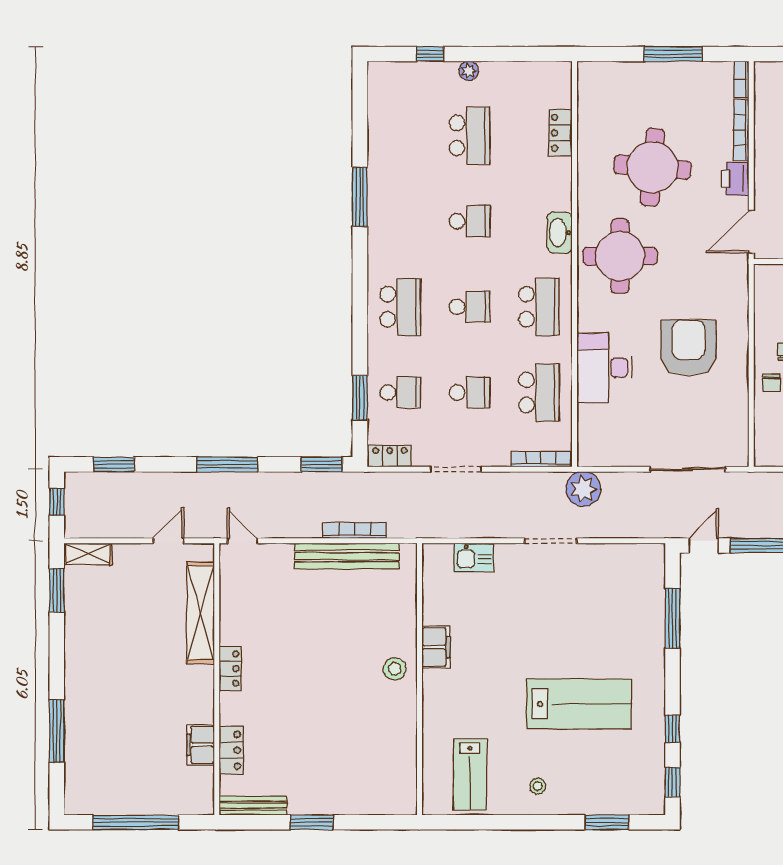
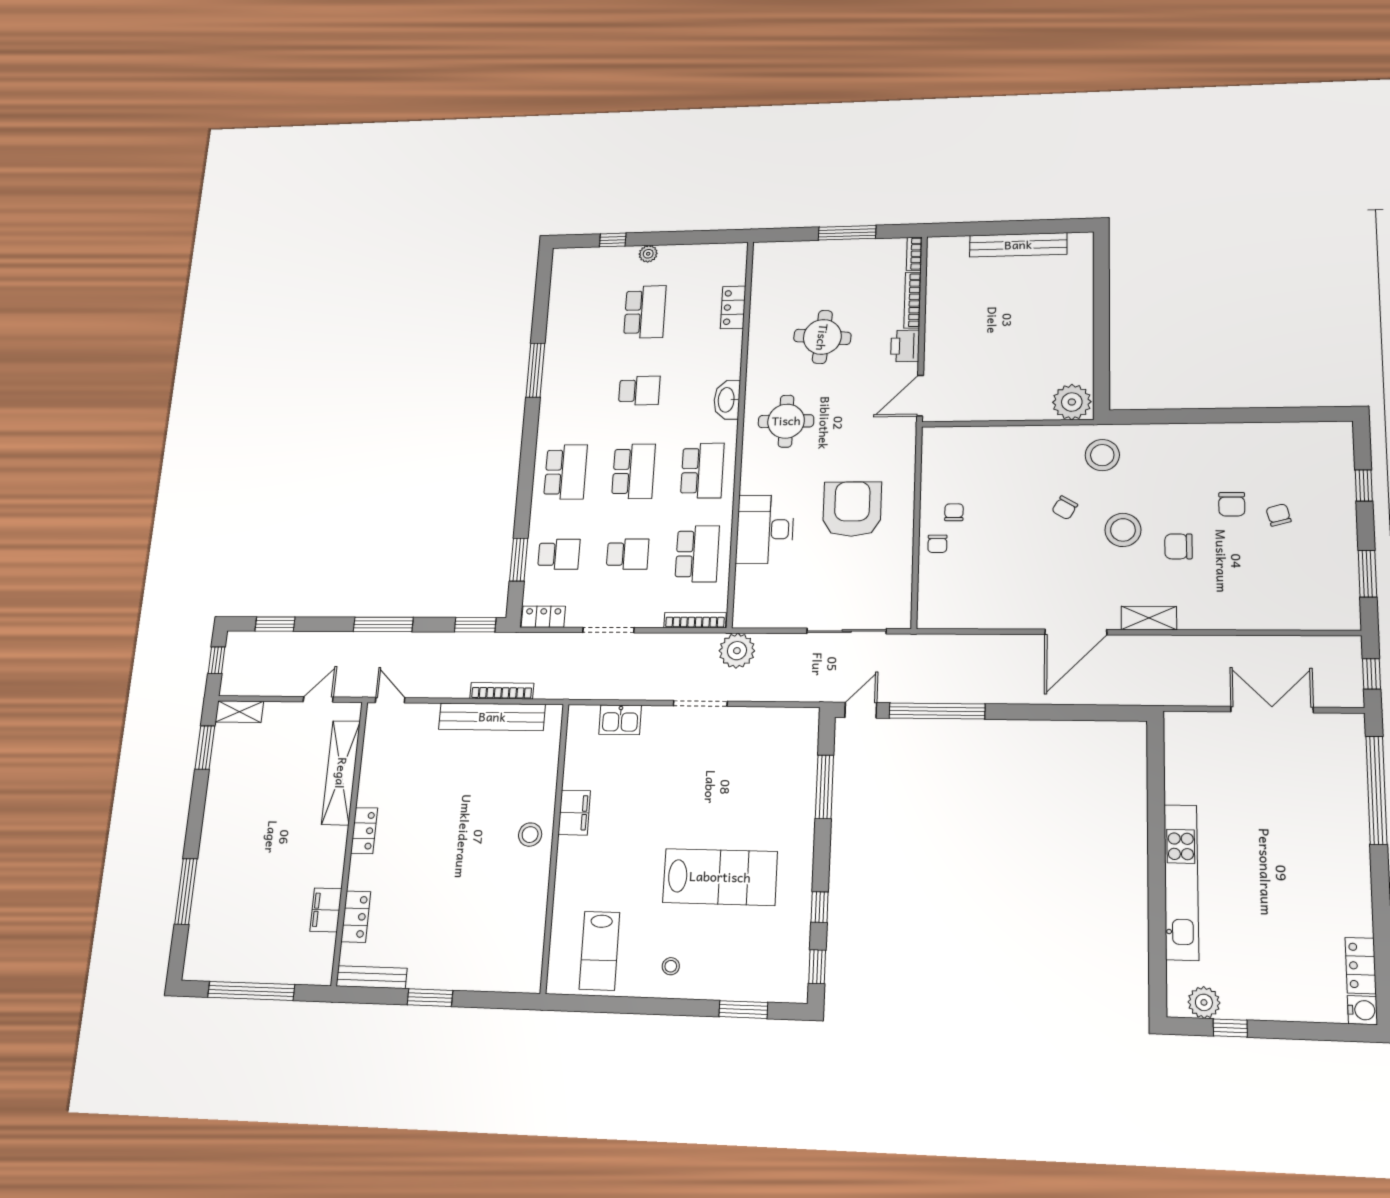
round table: (652, 167) -> (822, 337), width x0.73, depth x0.73
round table: (620, 256) -> (786, 421), width x0.73, depth x0.73
school desk: (470, 307) -> (633, 471), width x1.85

